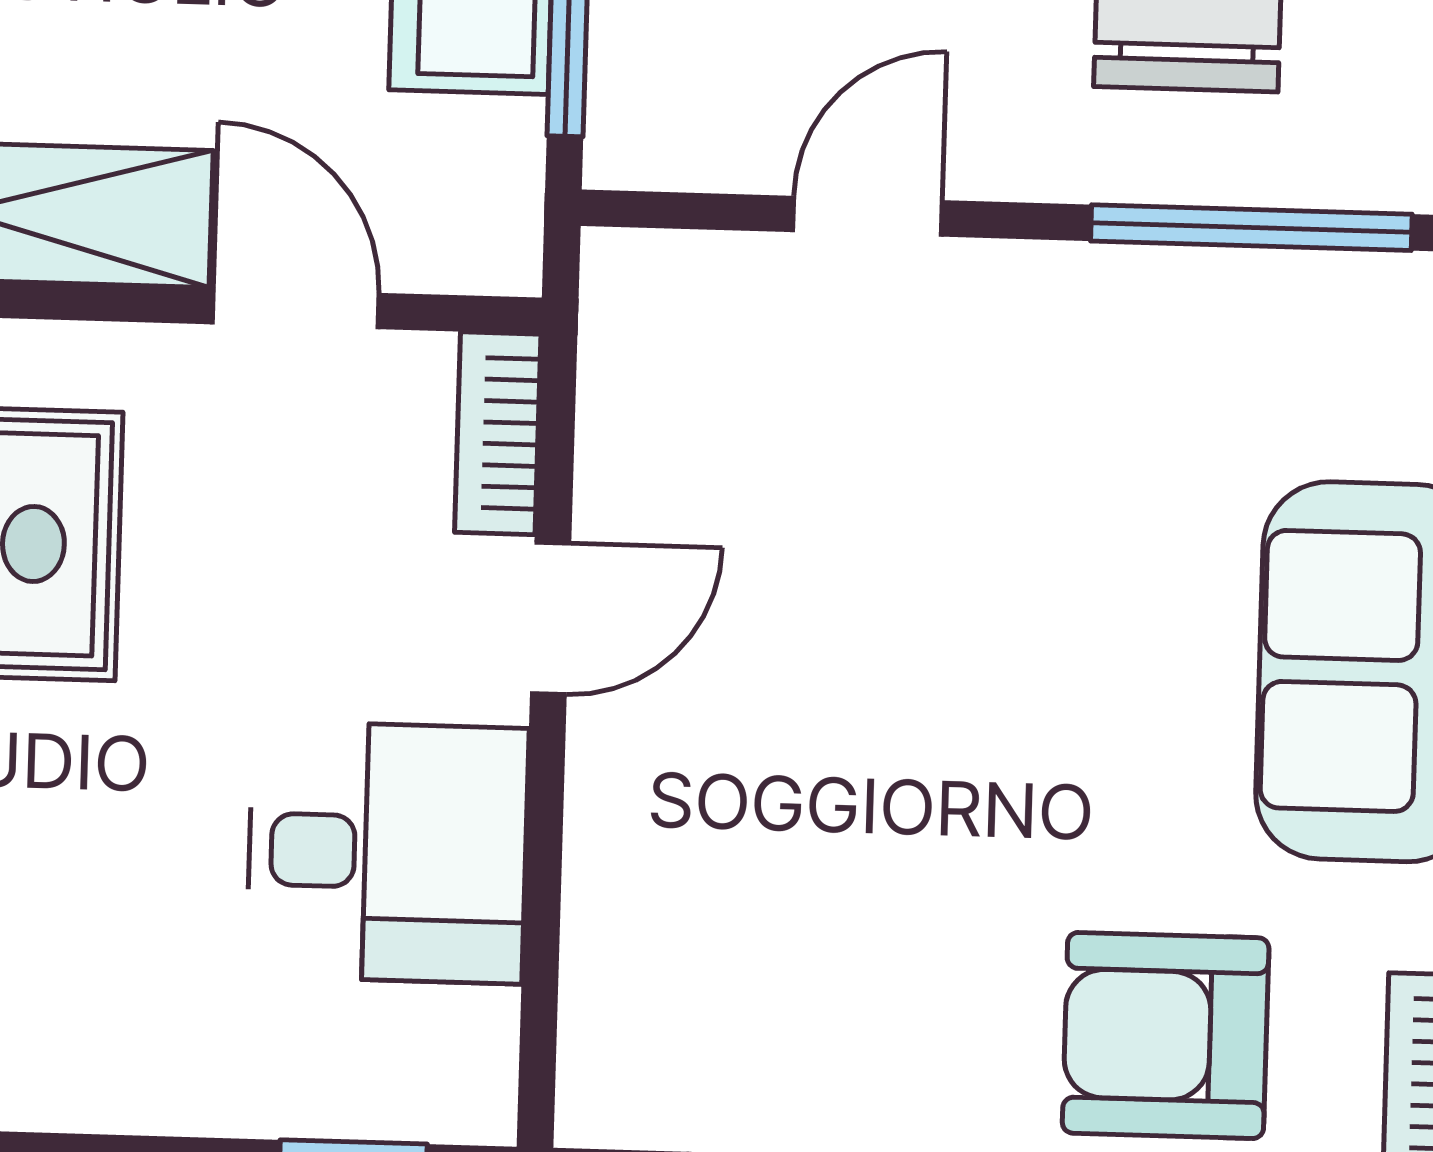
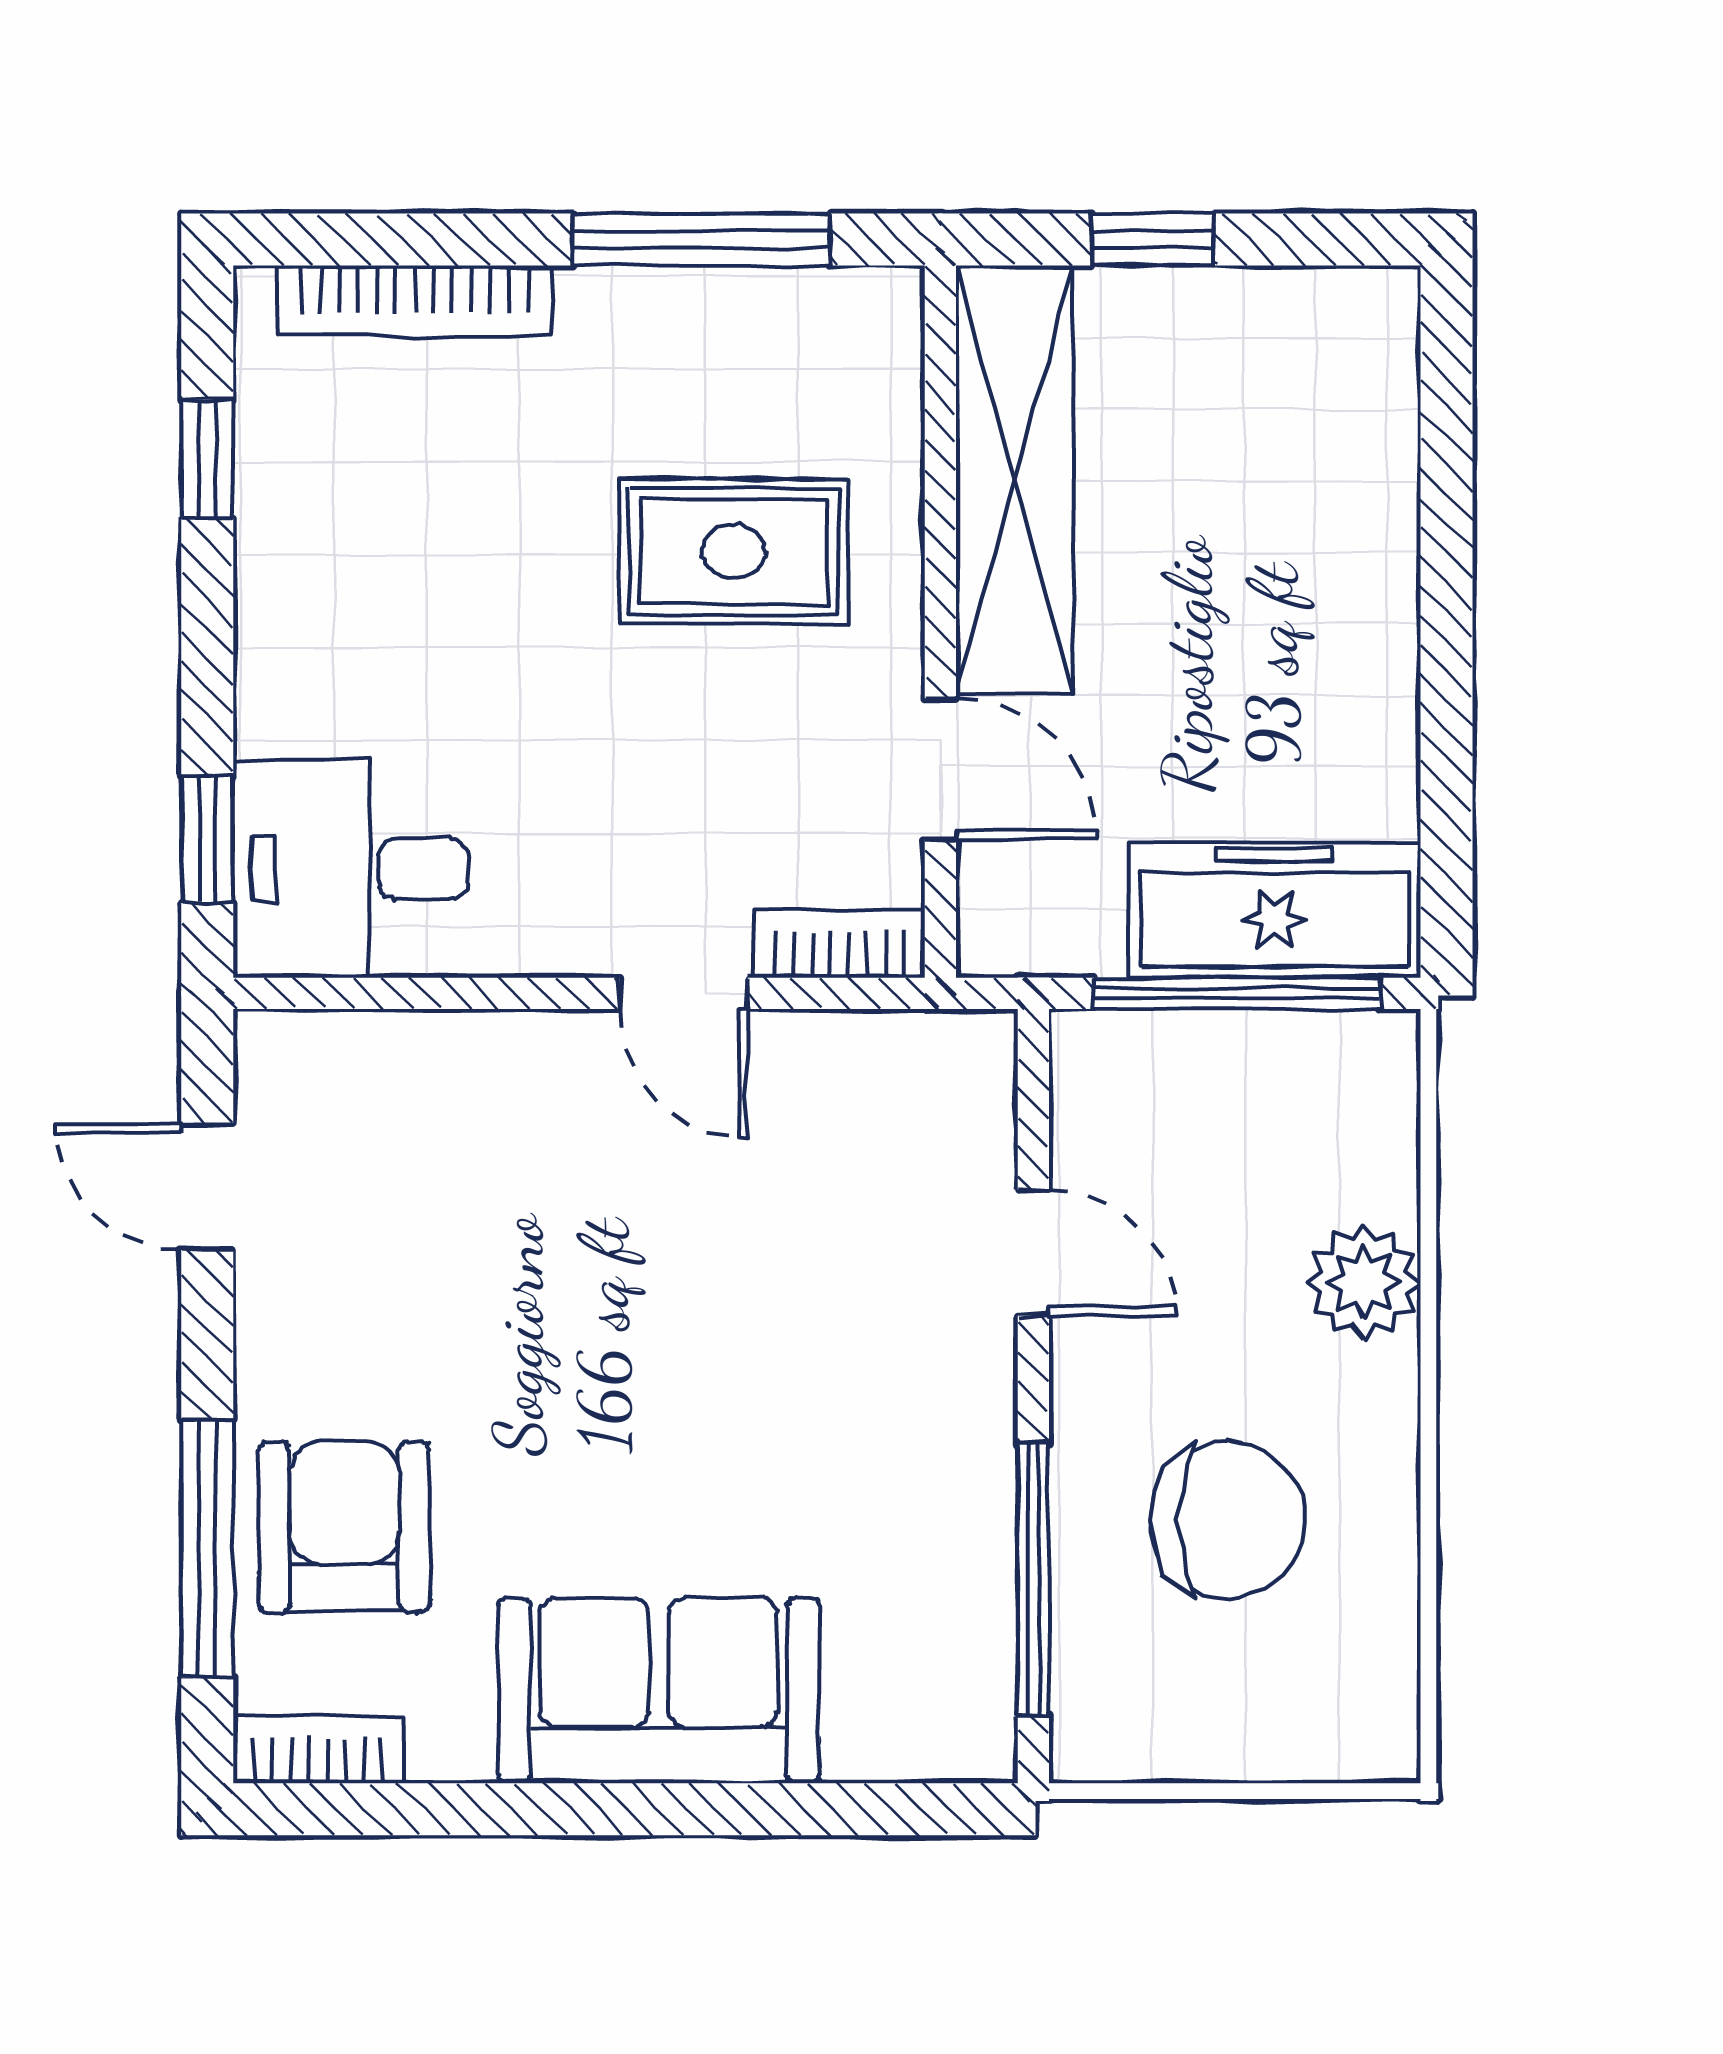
door: (296, 309) -> (940, 769), hinge flipped
desk: (387, 852) -> (351, 869), moved, turned 90

